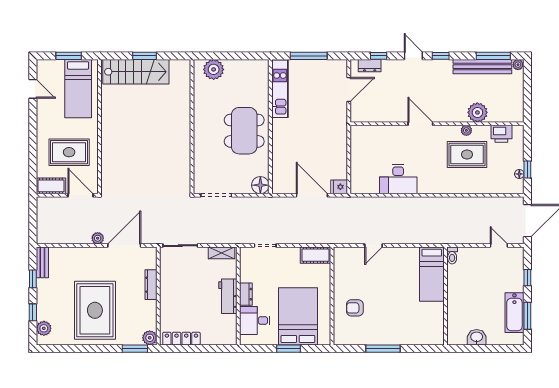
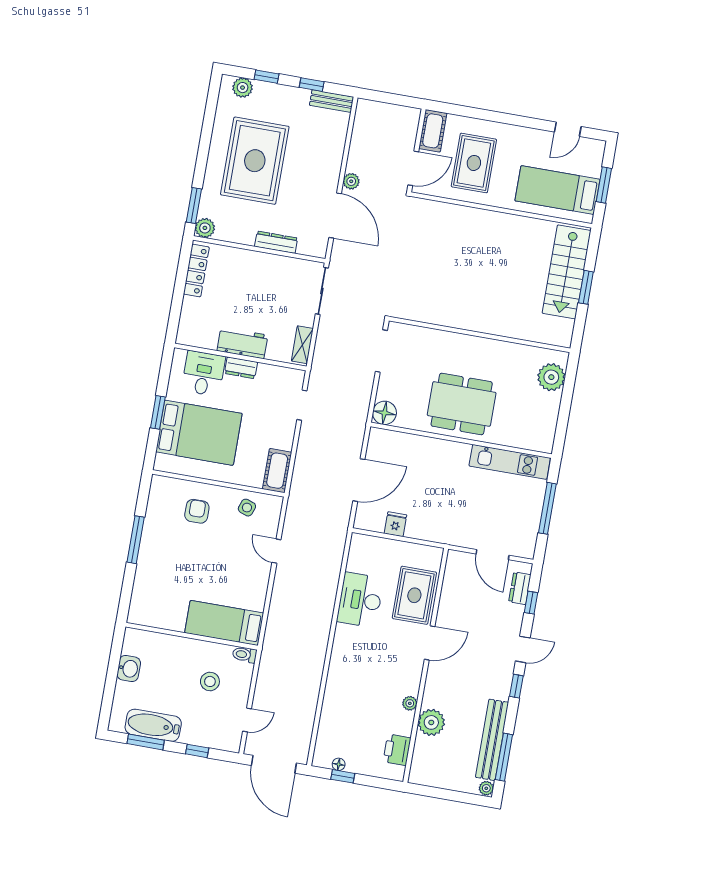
rug: (467, 154) -> (414, 595), moved
fridge: (339, 187) -> (395, 524), moved
side table: (346, 272) -> (247, 508), added
stool: (476, 277) -> (210, 681), added
rug: (95, 310) -> (255, 161), turned 90

